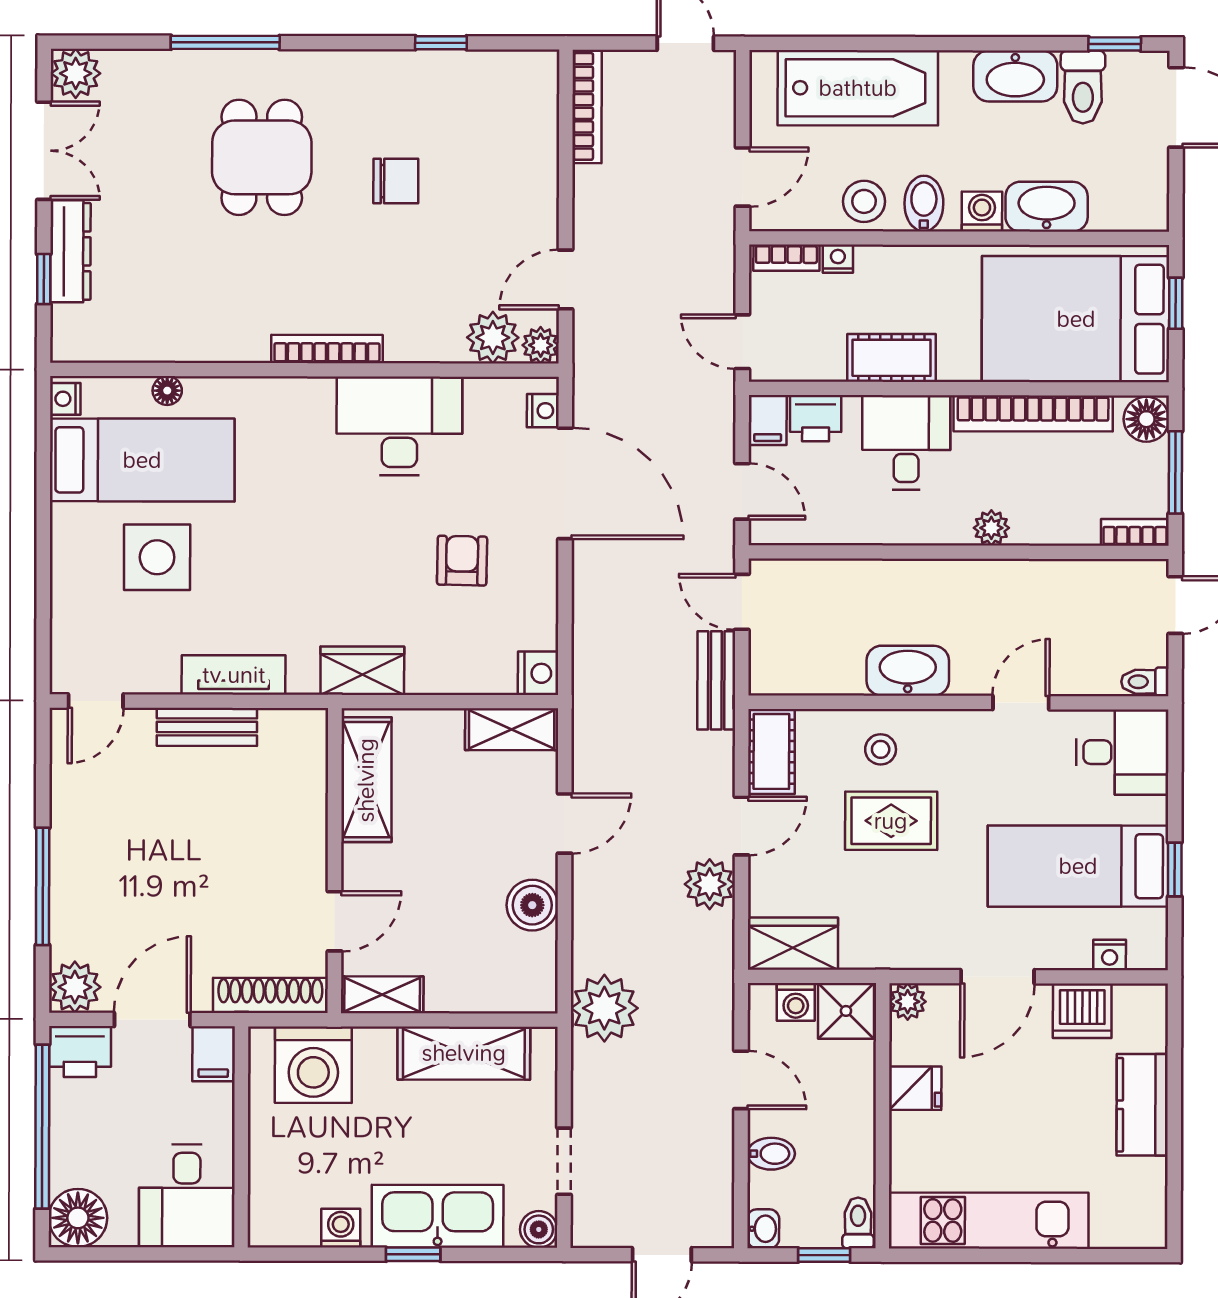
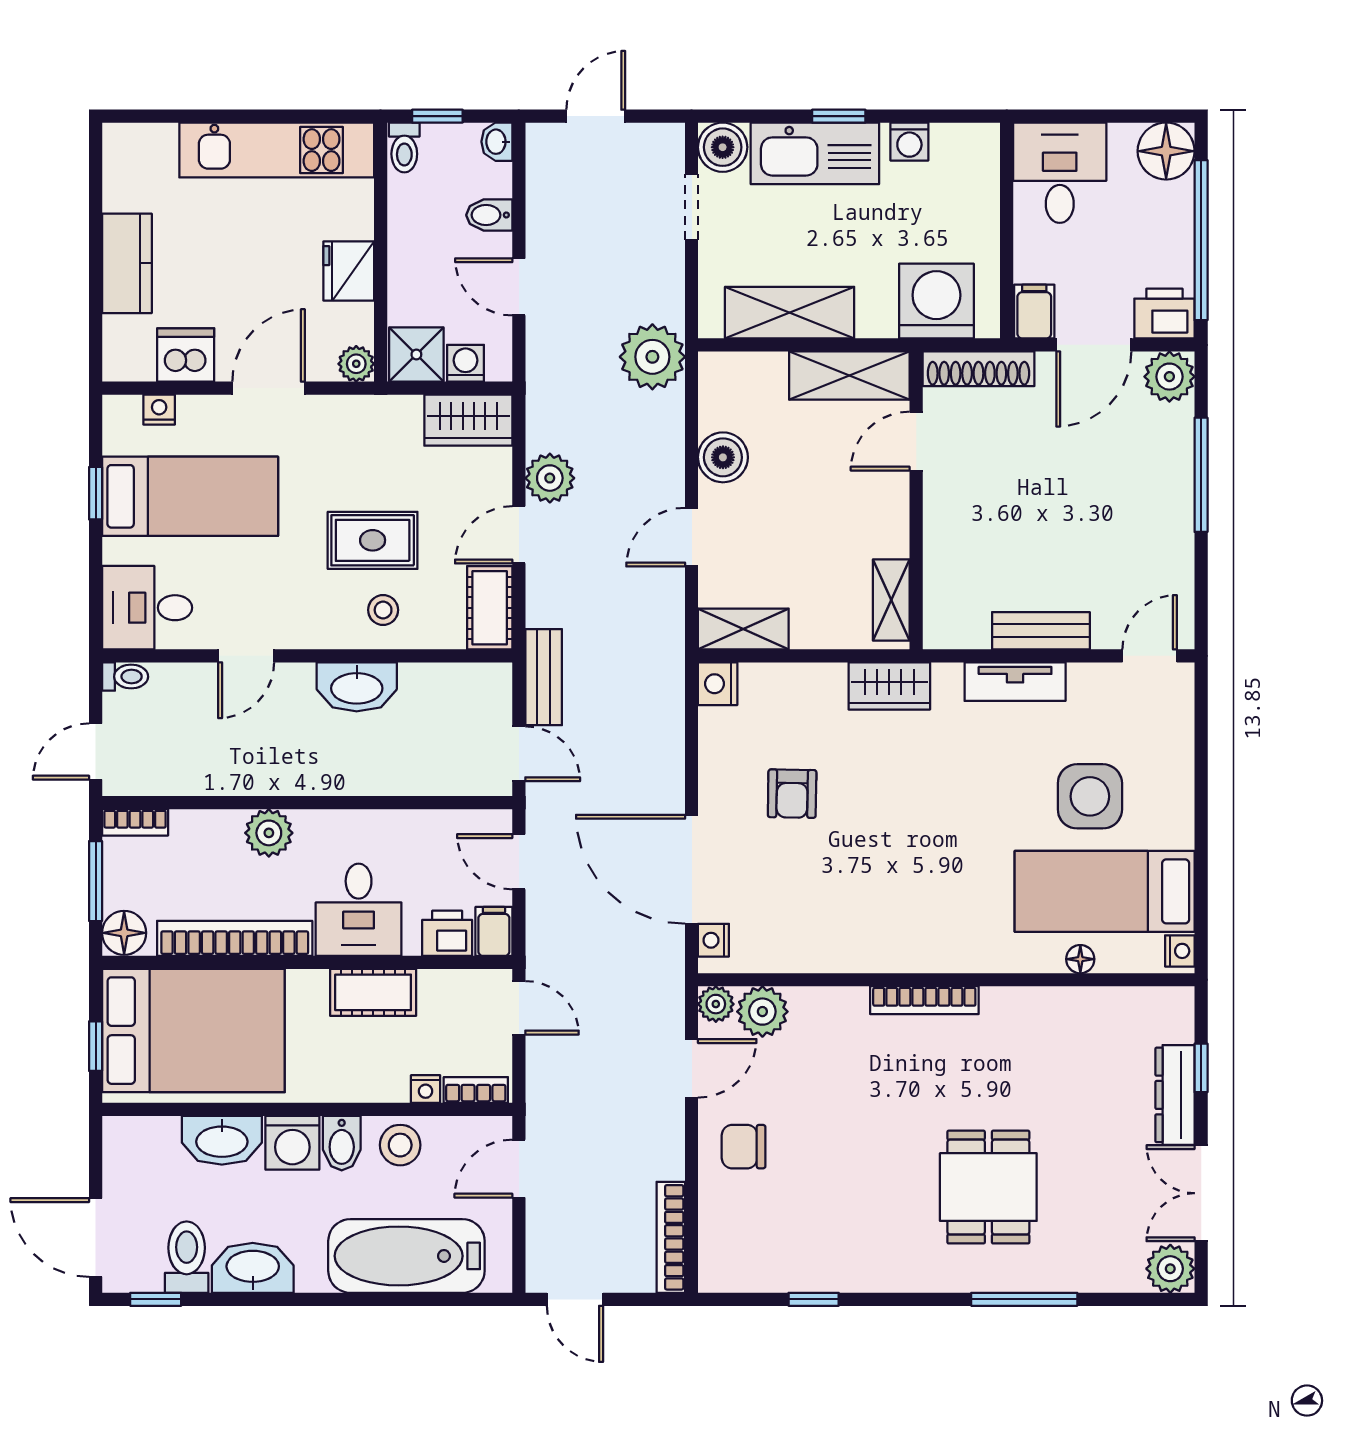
chair: (396, 181) -> (744, 1147), moved
washing machine: (982, 212) -> (292, 1143), width x1.38, depth x1.38
desk: (399, 426) -> (853, 925), removed
plant: (991, 528) -> (269, 833), width x1.38, depth x1.38
shelving: (366, 780) -> (891, 600), width x0.67, depth x0.75
shelving: (382, 995) -> (849, 376), width x1.50, depth x1.33
fridge: (915, 1088) -> (349, 271), width x1.38
boiler: (539, 1229) -> (723, 147), width x1.36, depth x1.36

